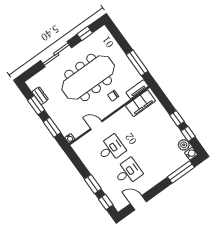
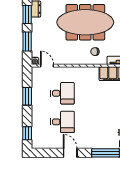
door: (96, 125) -> (47, 66), moved
window: (93, 184) -> (27, 96), moved
door: (138, 203) -> (70, 153), moved

